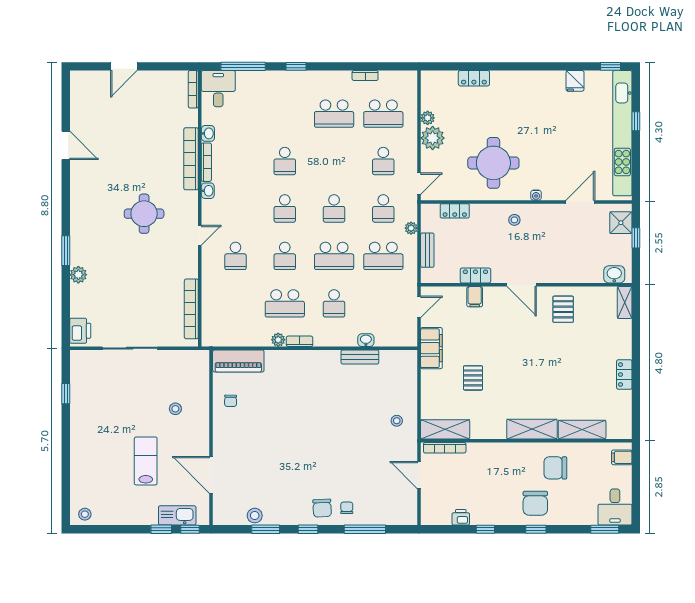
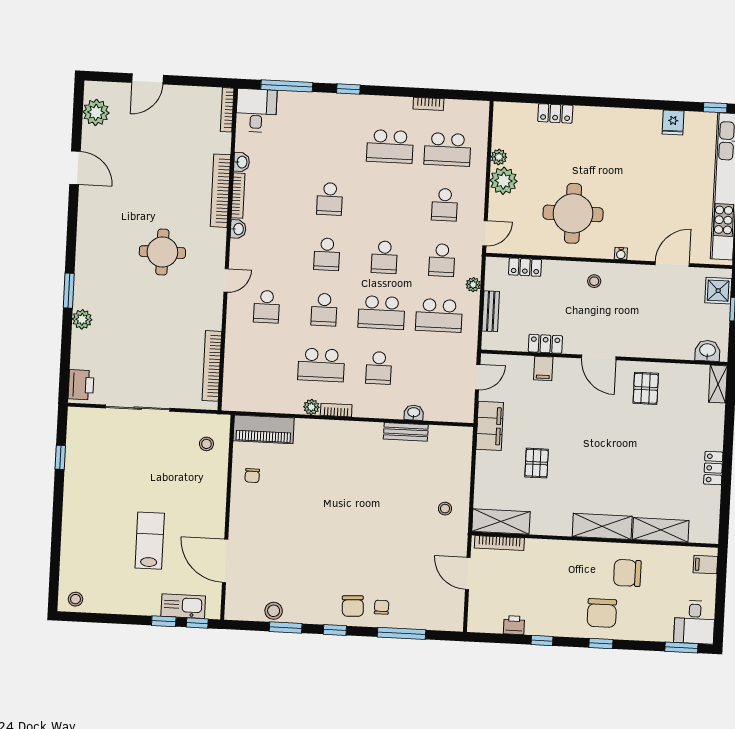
plant: (81, 97) -> (96, 112), added
stool: (175, 409) -> (206, 444), moved

